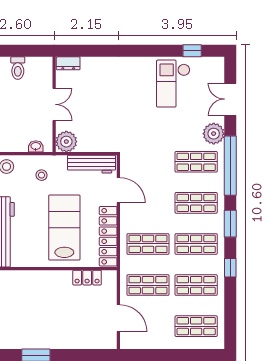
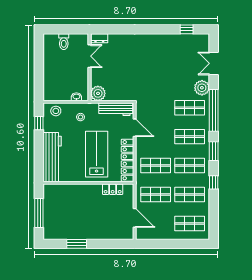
checkout: (173, 84) -> (173, 52), removed
double door: (54, 104) -> (89, 56), moved

